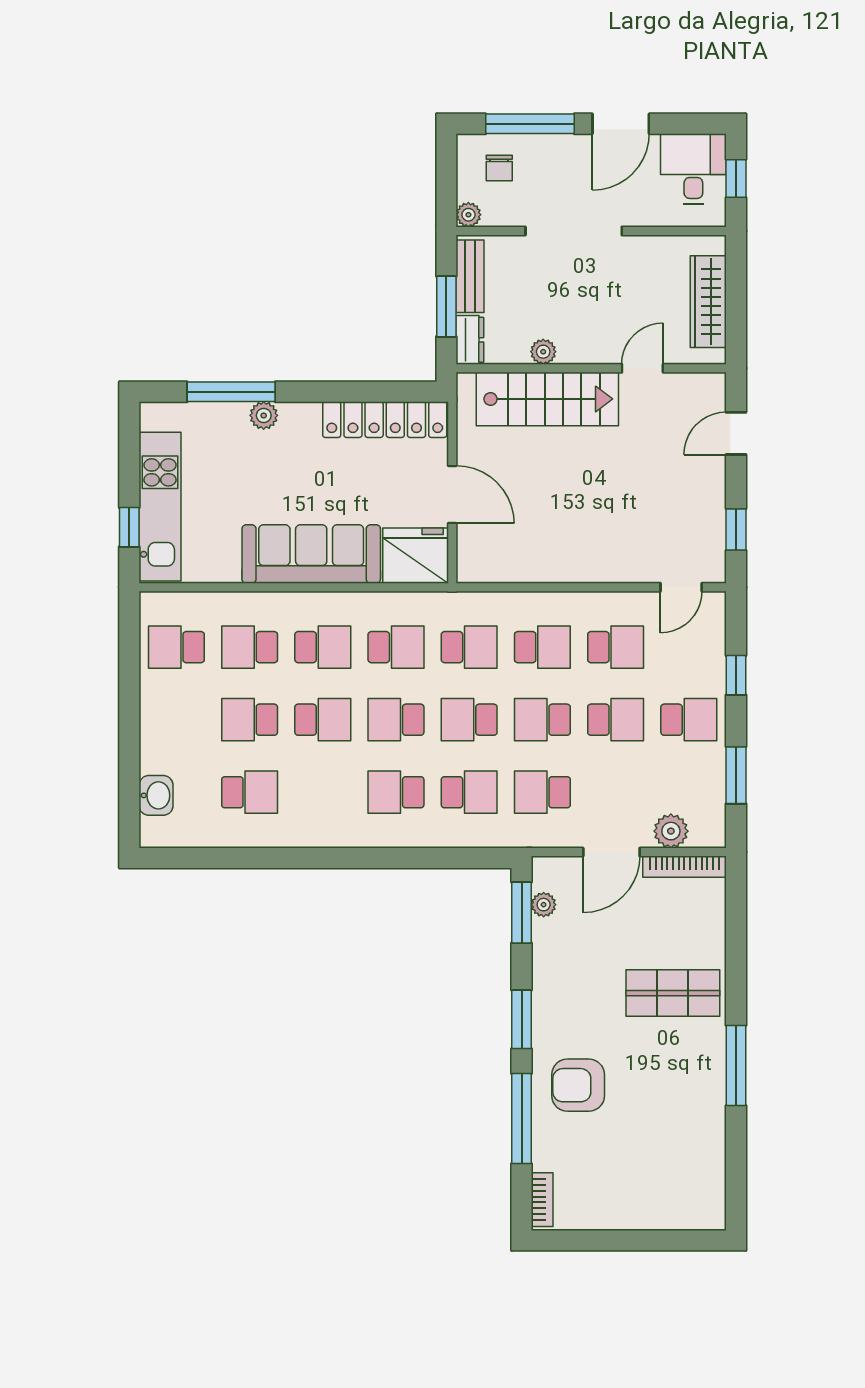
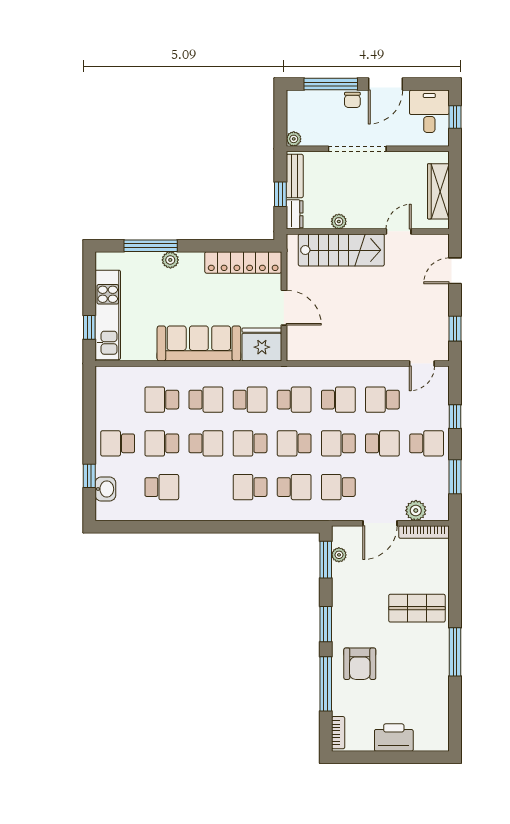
chair: (499, 168) -> (352, 100), moved
window: (446, 306) -> (280, 194), width x0.67
school desk: (176, 647) -> (118, 443), moved
school desk: (616, 647) -> (382, 400), turned 180
window: (129, 774) -> (89, 476), added
armchair: (578, 1085) -> (360, 664), turned -90
printer: (634, 1208) -> (394, 738), added

